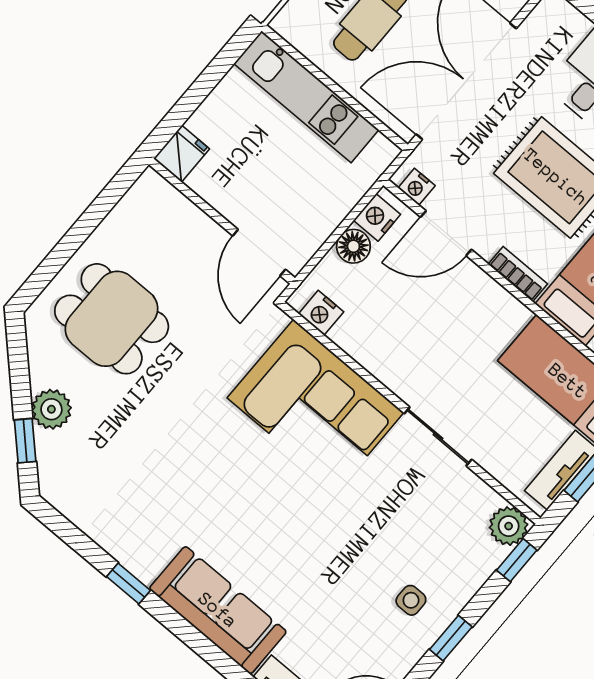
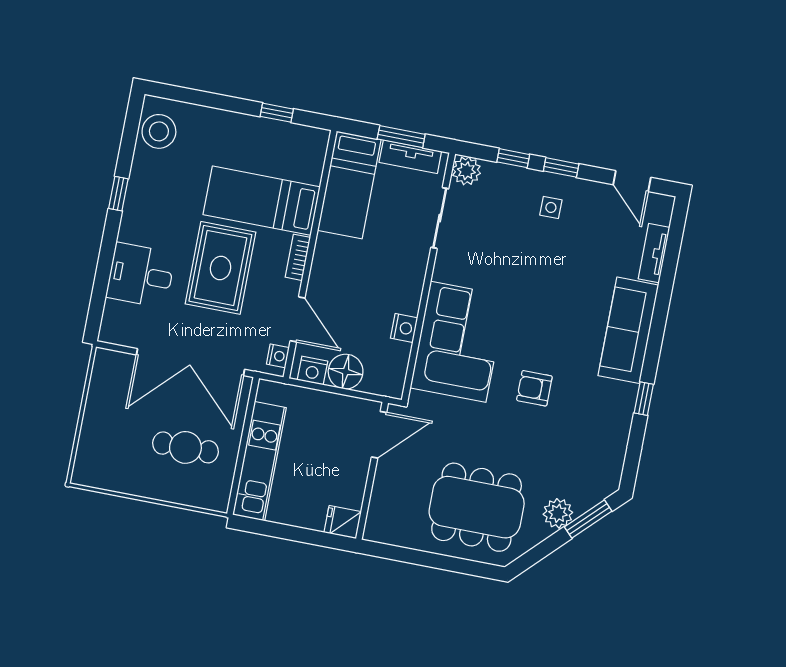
floor lamp: (353, 246) -> (346, 372), width x1.38, depth x1.38
nightstand: (321, 313) -> (404, 328), moved
dining table: (112, 319) -> (477, 507), width x1.38
sliding door: (438, 437) -> (440, 218), moved
window: (25, 441) -> (588, 519), width x1.50
armchair: (212, 463) -> (534, 388), added
window: (517, 560) -> (513, 158), moved

